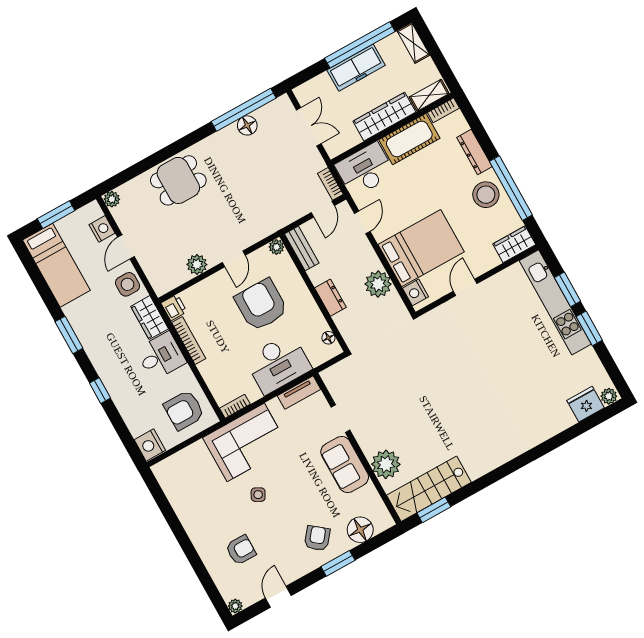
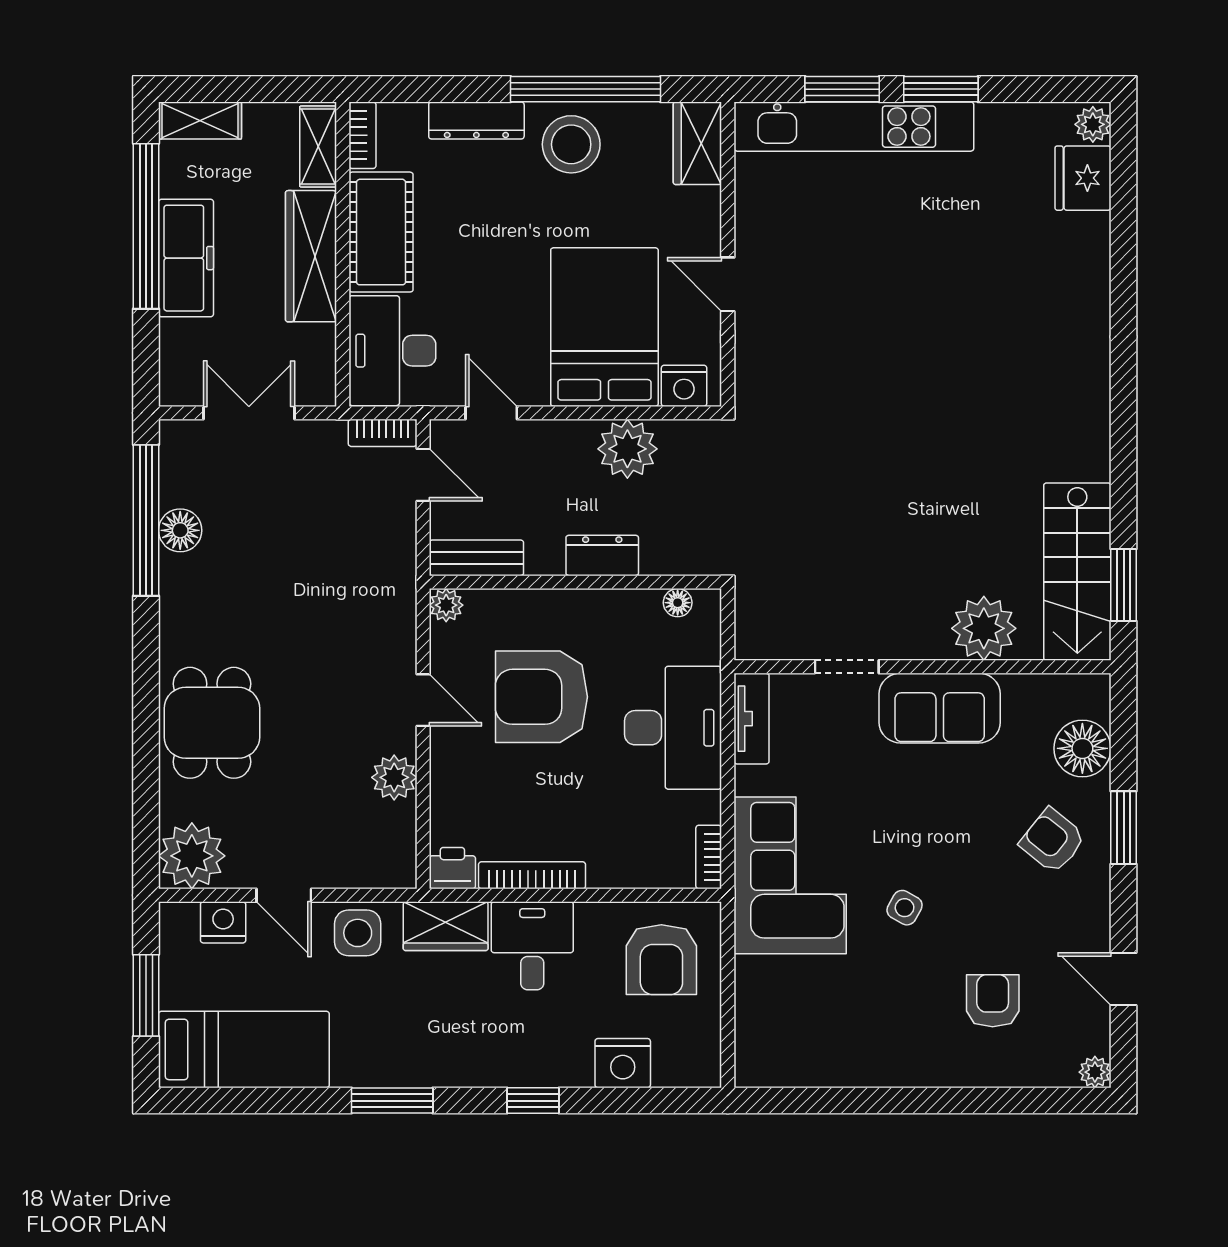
plant: (112, 199) -> (192, 856), width x1.87, depth x1.87
nightstand: (150, 445) -> (623, 1063), moved

